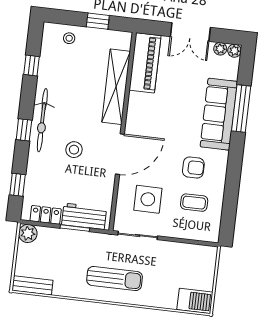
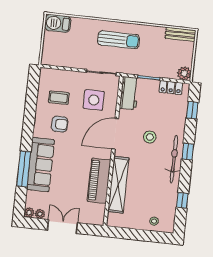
window: (98, 21) -> (132, 234), removed
piano: (145, 63) -> (99, 181), moved
armchair: (193, 168) -> (60, 124), turned 180
workbench: (84, 216) -> (129, 93), moved, turned -90
sun lounger: (115, 279) -> (119, 40), turned 180

